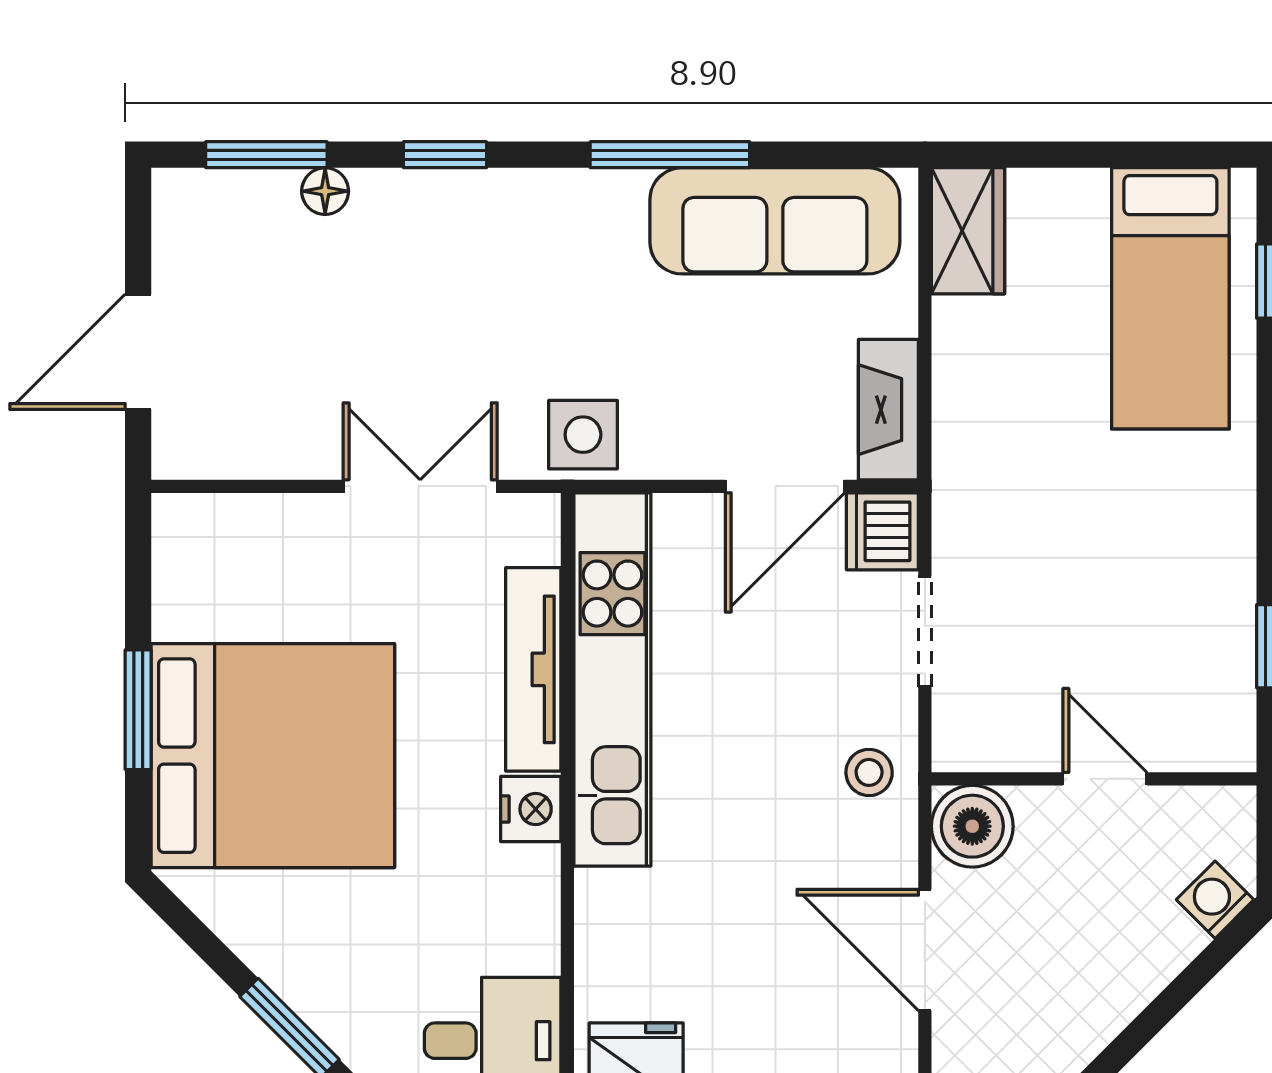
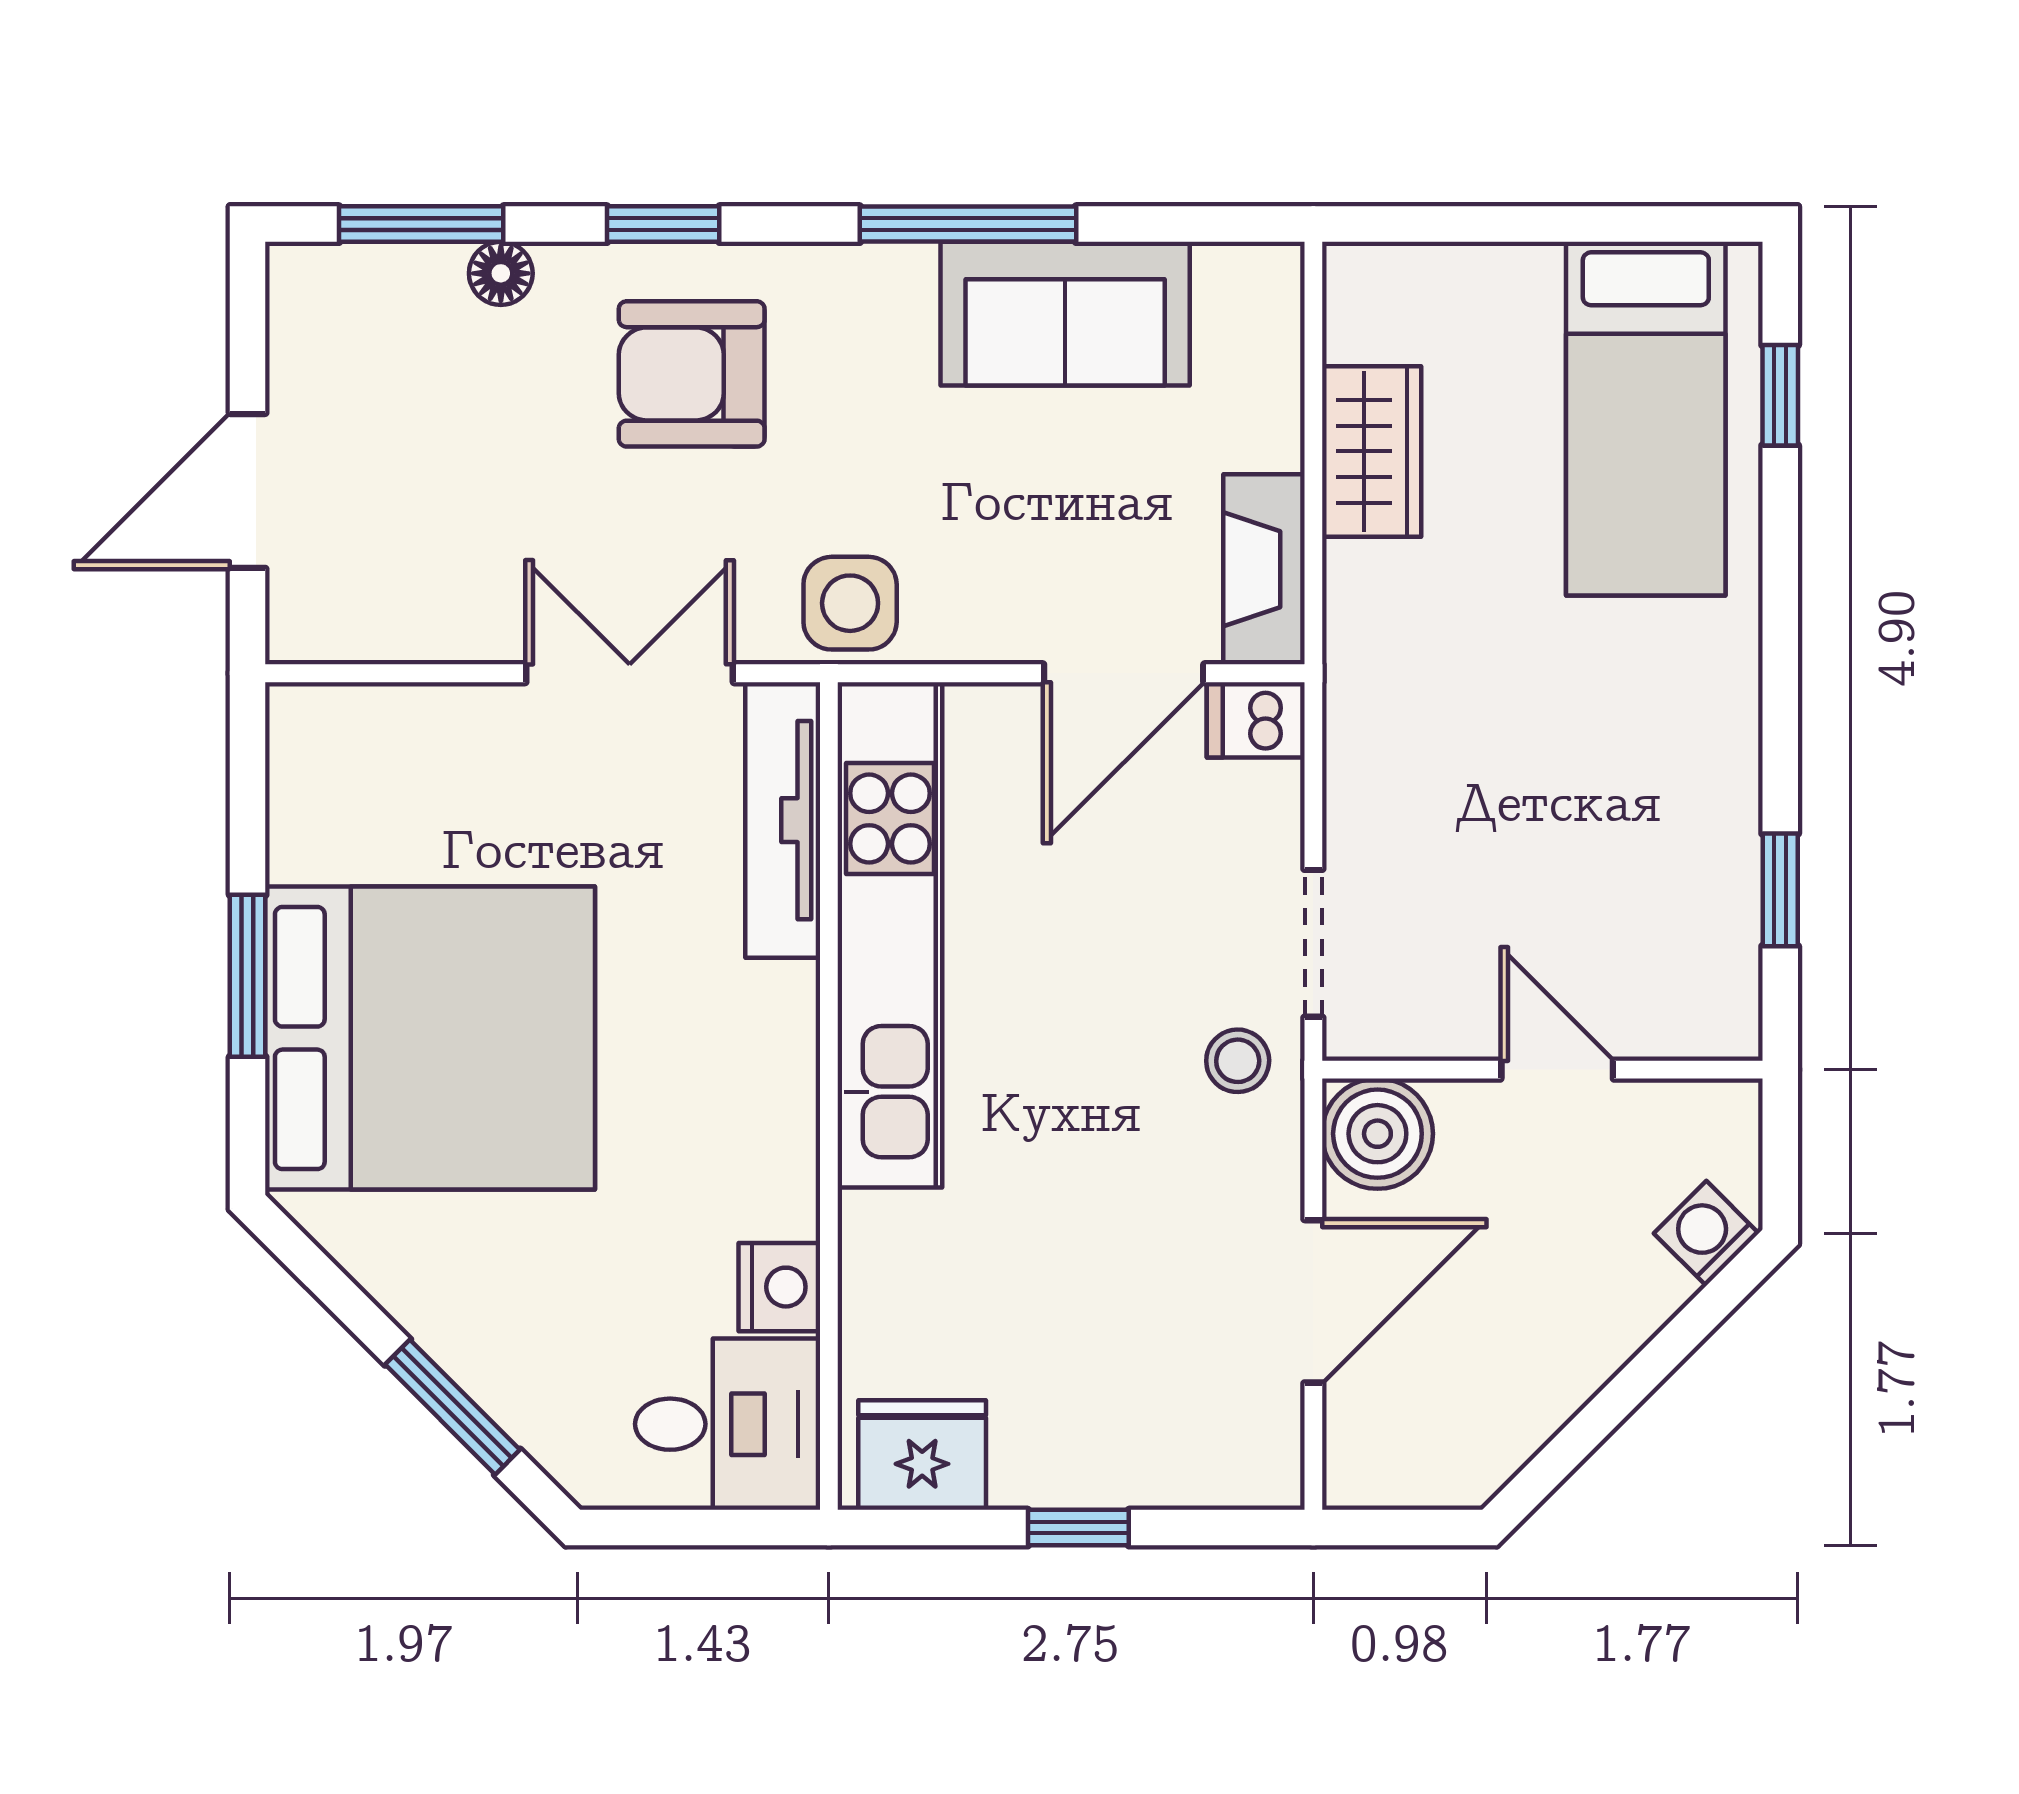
sofa: (775, 221) -> (1065, 314), width x0.73
wardrobe: (968, 231) -> (1372, 451), moved
armchair: (466, 265) -> (692, 374), added
dishwasher: (882, 531) -> (1256, 720), width x0.73
doorway: (925, 631) -> (1313, 943), moved
tv unit: (533, 669) -> (783, 820), moved
nightstand: (531, 809) -> (779, 1287), moved
door: (925, 950) -> (1313, 1301), swing flipped

